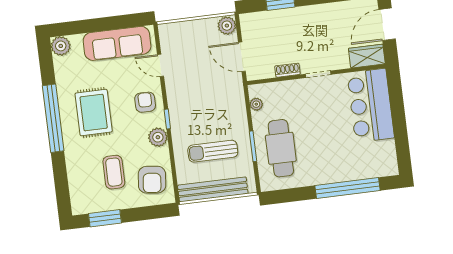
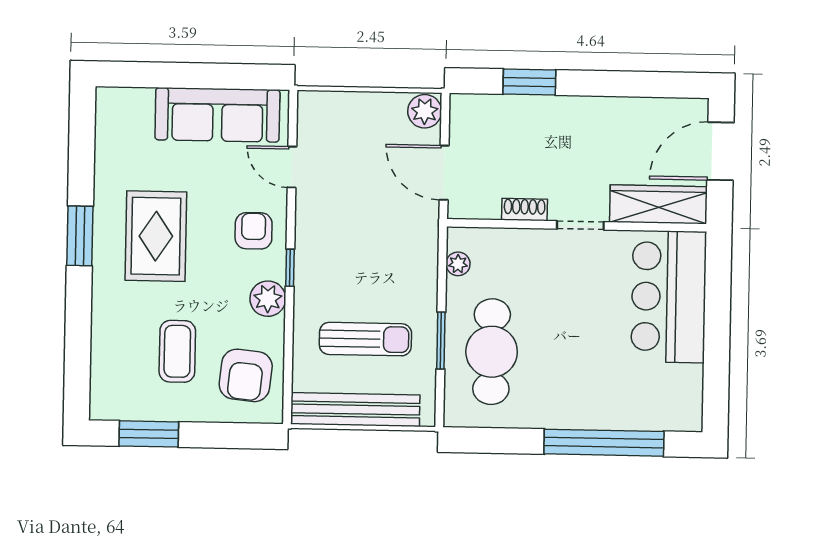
plant: (61, 46) -> (113, 105), removed
wardrobe: (367, 56) -> (659, 204), width x1.50
window: (53, 118) -> (80, 236), width x0.47
sun lounger: (213, 151) -> (365, 339), turned 180

